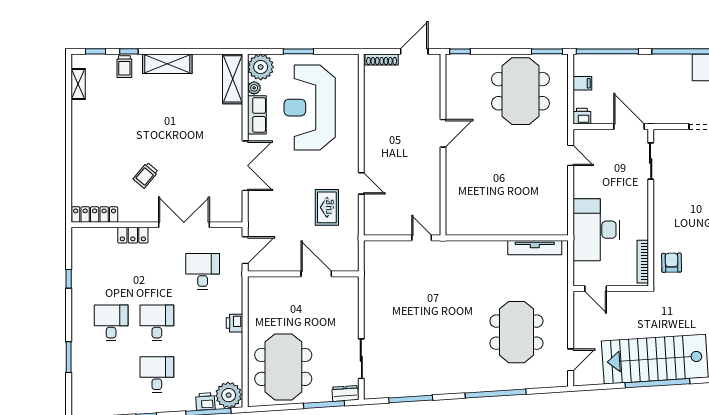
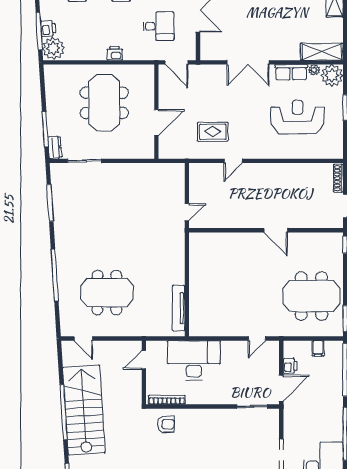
reception desk: (310, 108) -> (298, 117), width x0.74, depth x0.77
printer: (582, 116) -> (290, 366), moved
meeting table: (283, 367) -> (104, 103), moved, turned 90

